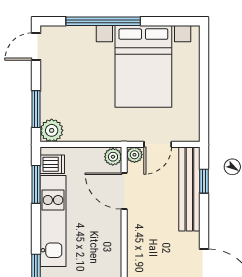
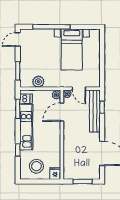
bed with nightstands: (143, 66) -> (72, 49), width x0.73
plant: (52, 130) -> (38, 82), moved
door: (158, 144) -> (79, 89), hinge flipped
door: (124, 191) -> (62, 112), hinge flipped

